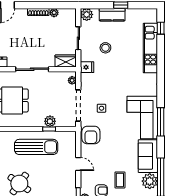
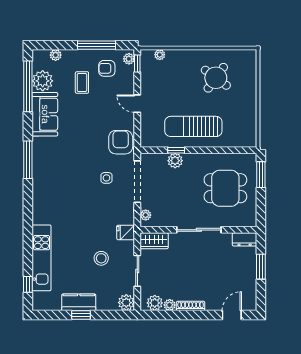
plant: (65, 14) -> (155, 303), added
kitchen counter: (112, 15) -> (79, 302), moved
corner sofa: (142, 117) -> (52, 166), removed

